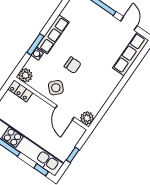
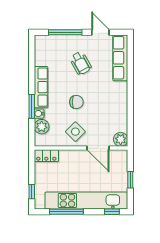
wheelchair: (97, 37) -> (81, 63), added
plant: (25, 75) -> (42, 127), moved

